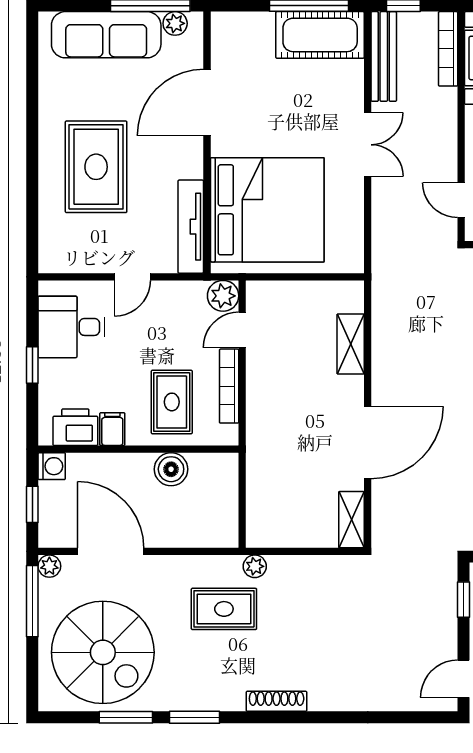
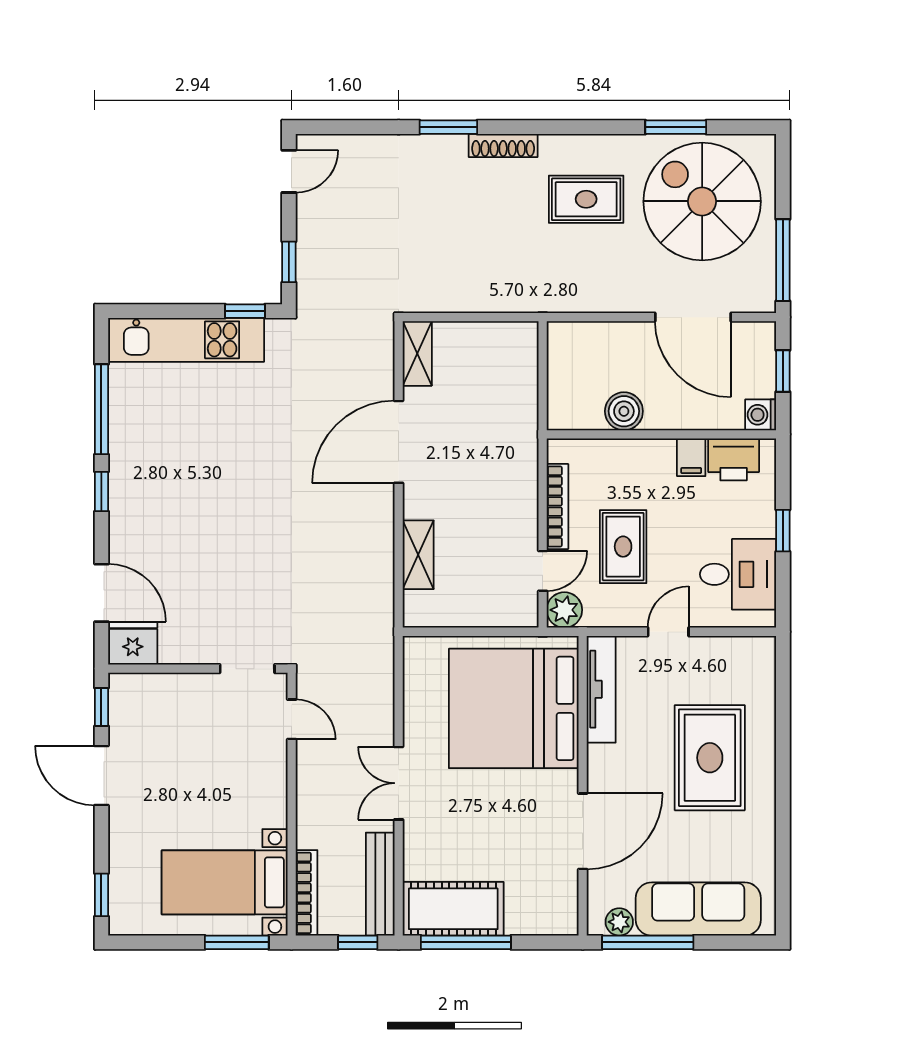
rug: (172, 402) -> (623, 547), moved
plant: (49, 566) -> (763, 300), removed
plant: (255, 566) -> (528, 300), removed
rug: (224, 609) -> (586, 199), moved
window: (194, 717) -> (448, 127), moved

